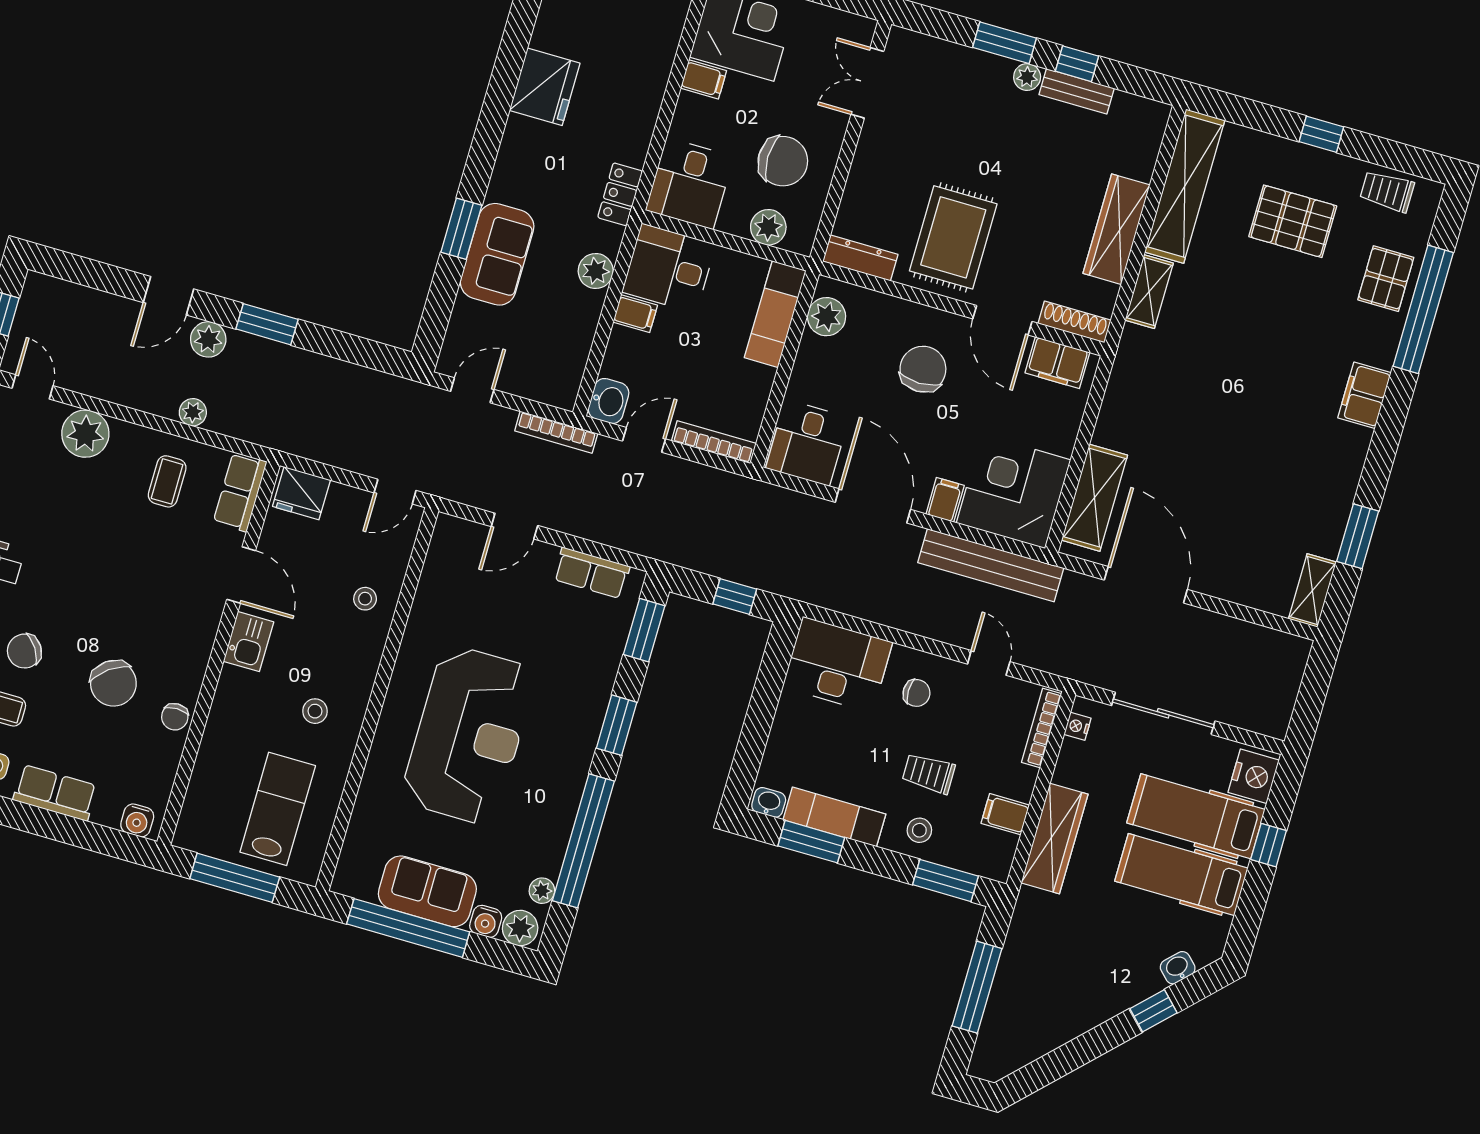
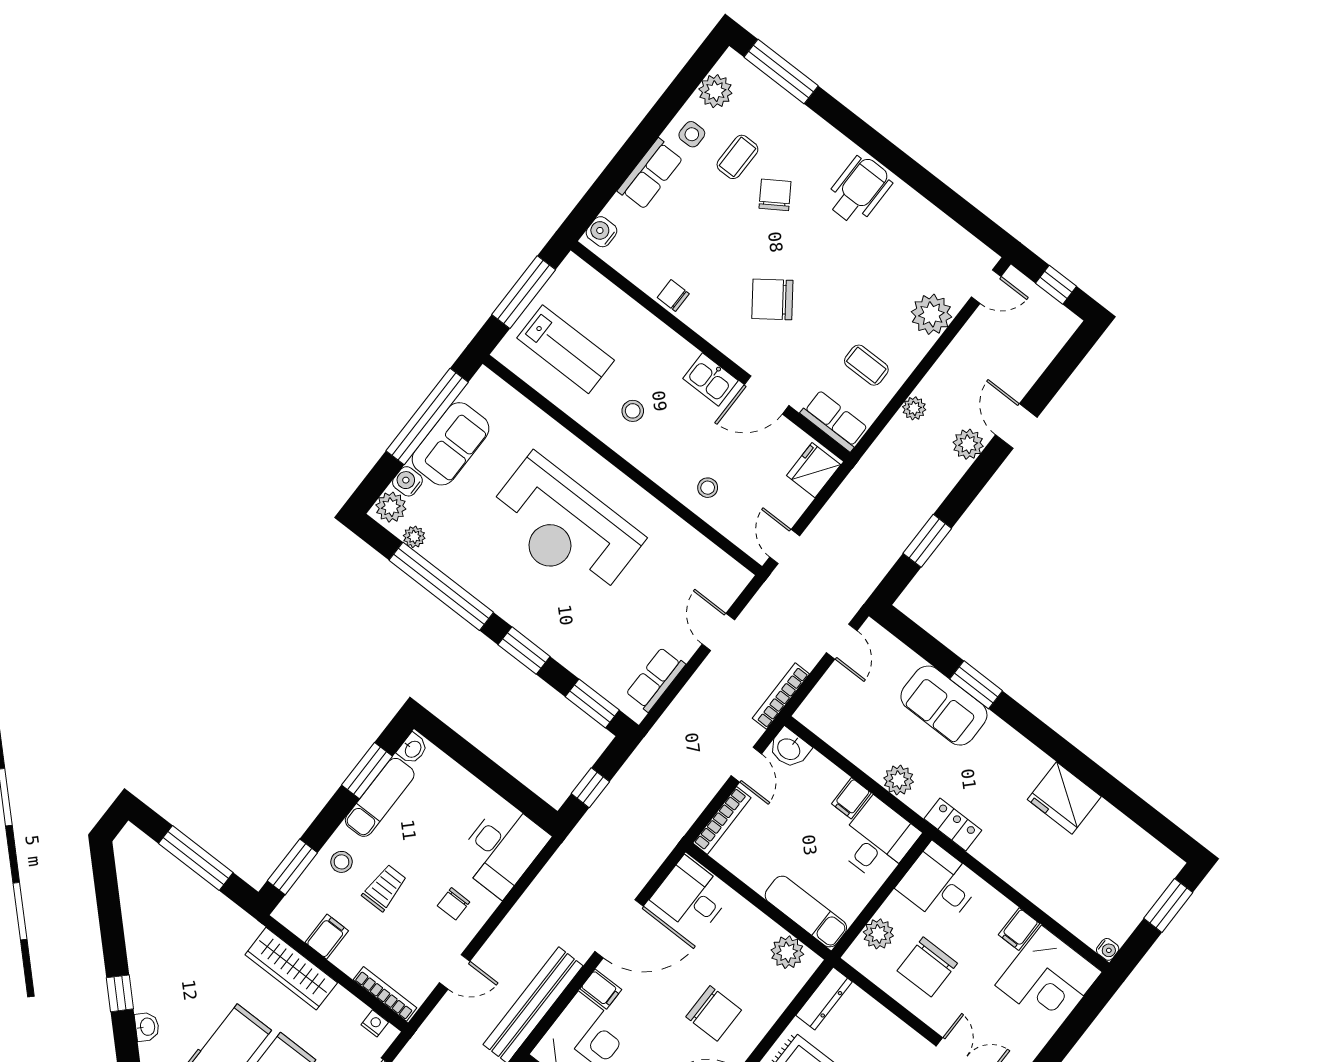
window: (267, 324) -> (927, 541), moved
chair: (113, 683) -> (772, 299), moved

